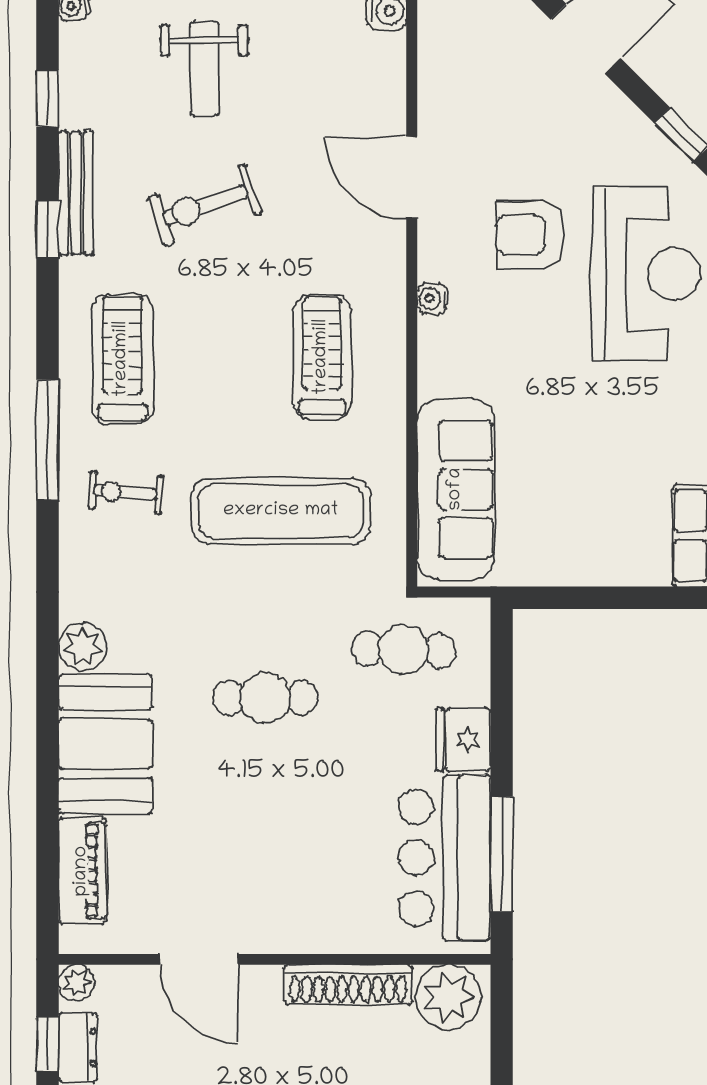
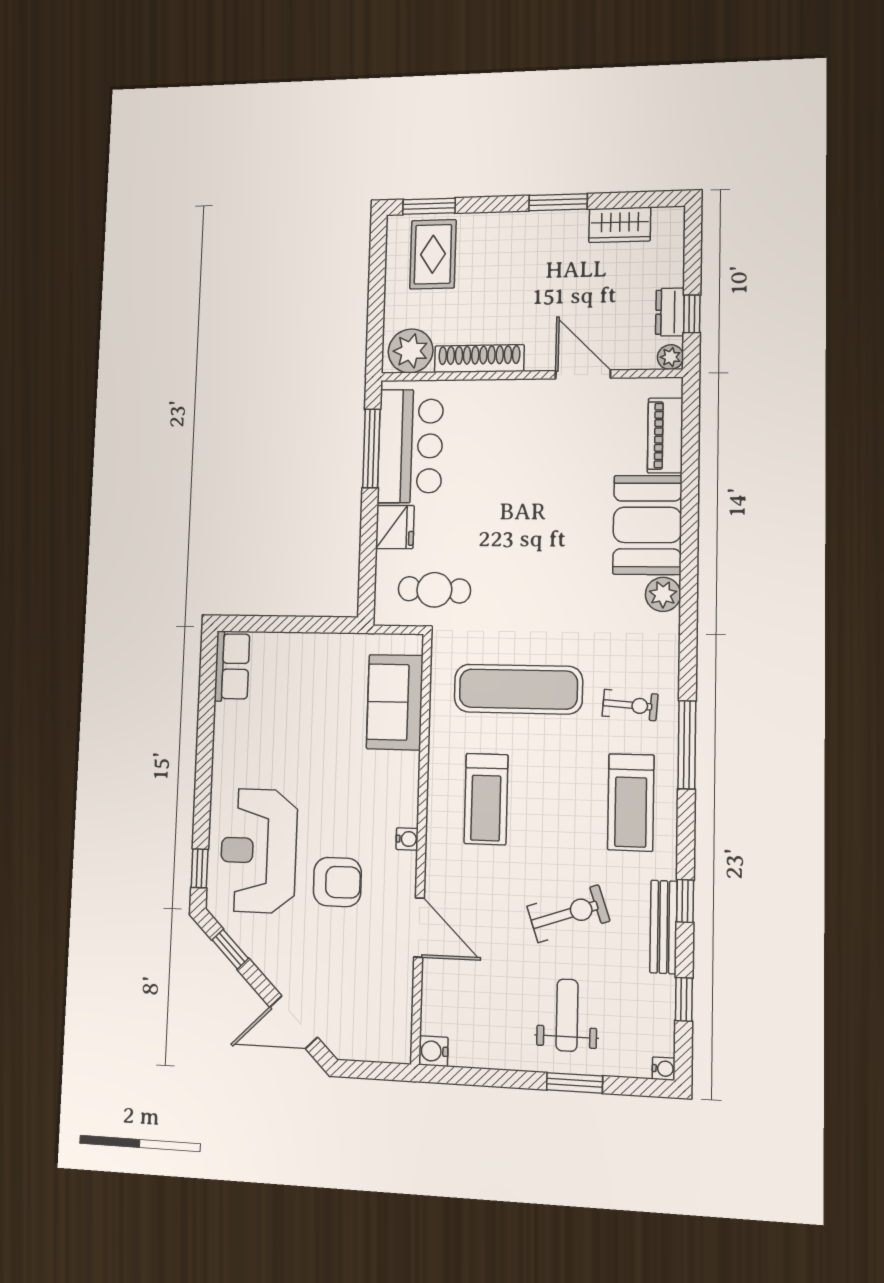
sofa: (456, 489) -> (395, 702), width x0.73
cafe table: (265, 698) -> (532, 557), removed

